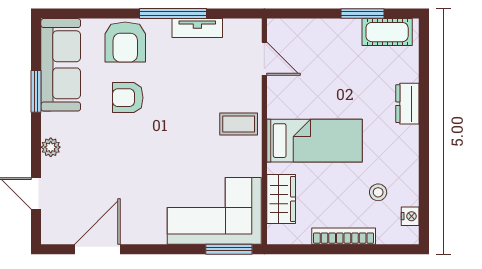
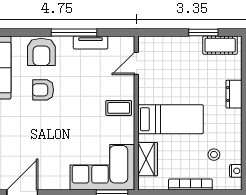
door: (264, 59) -> (136, 63), swing flipped

